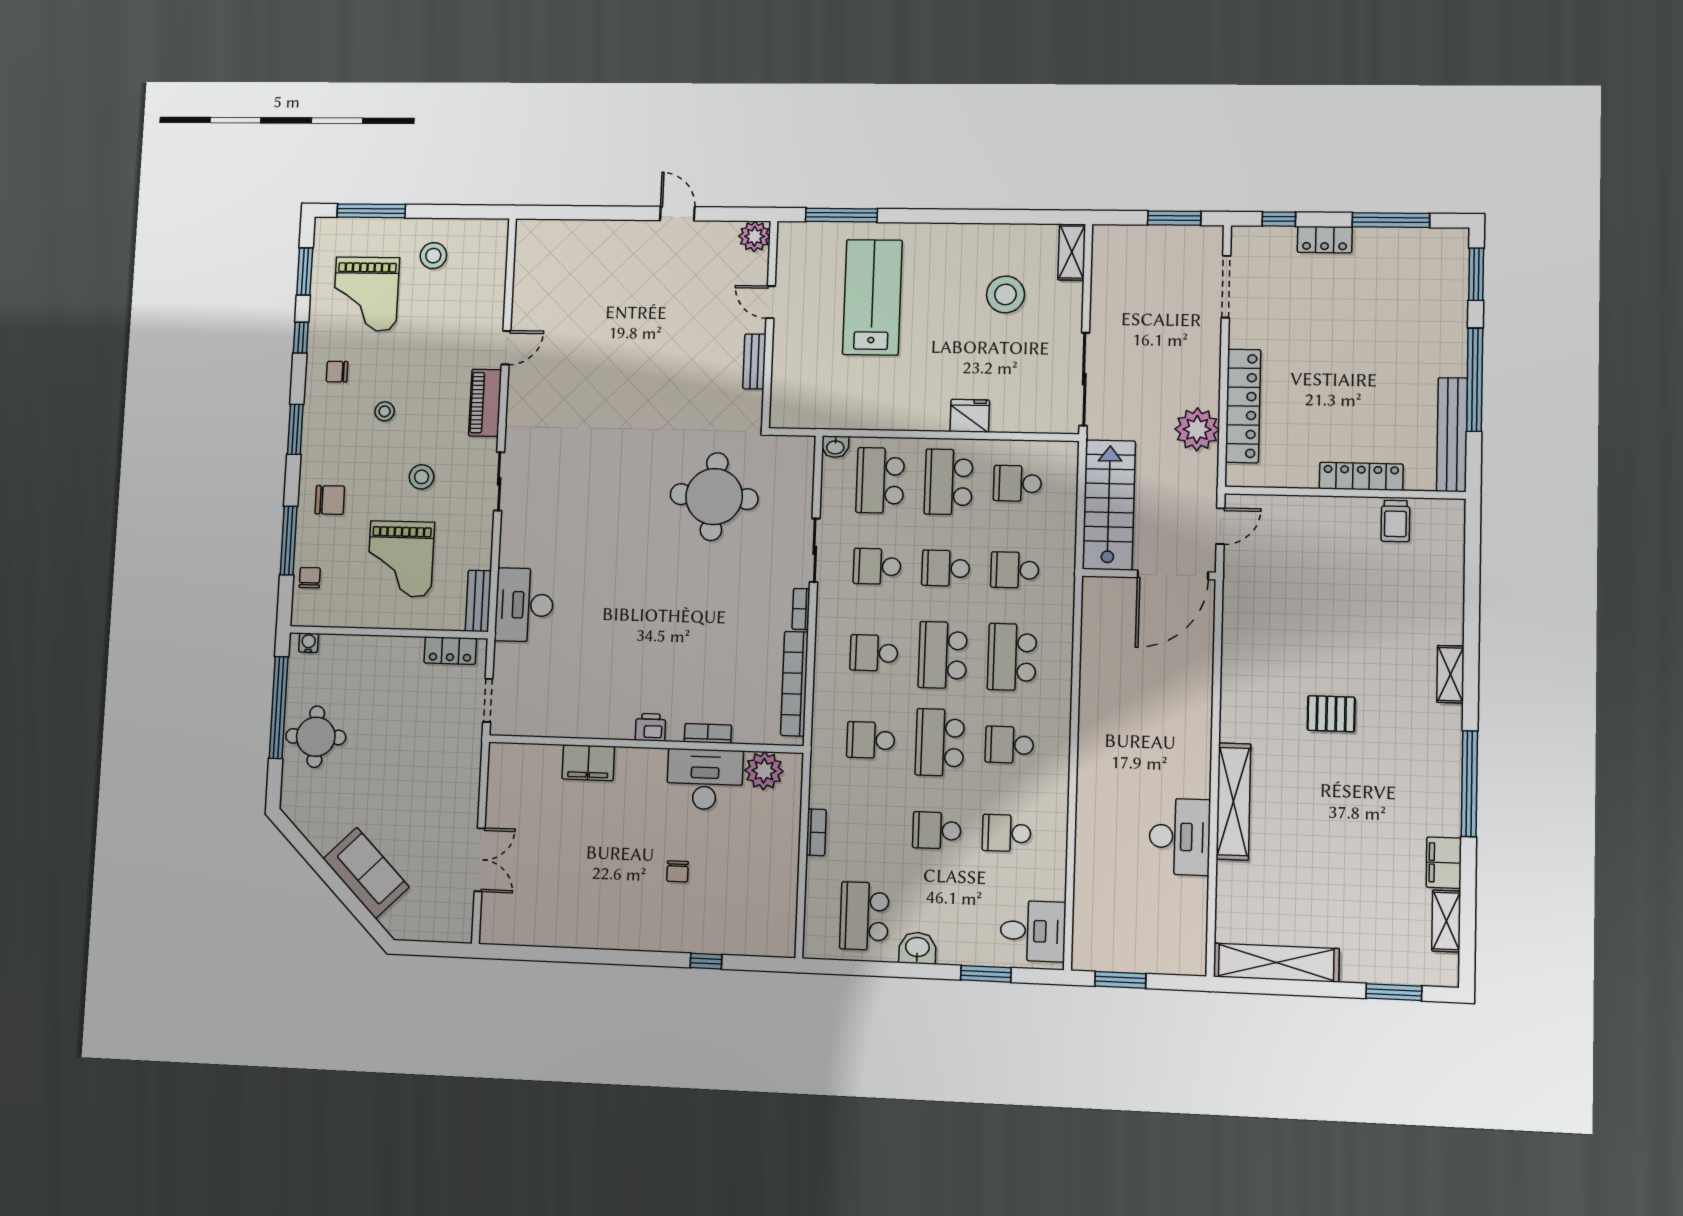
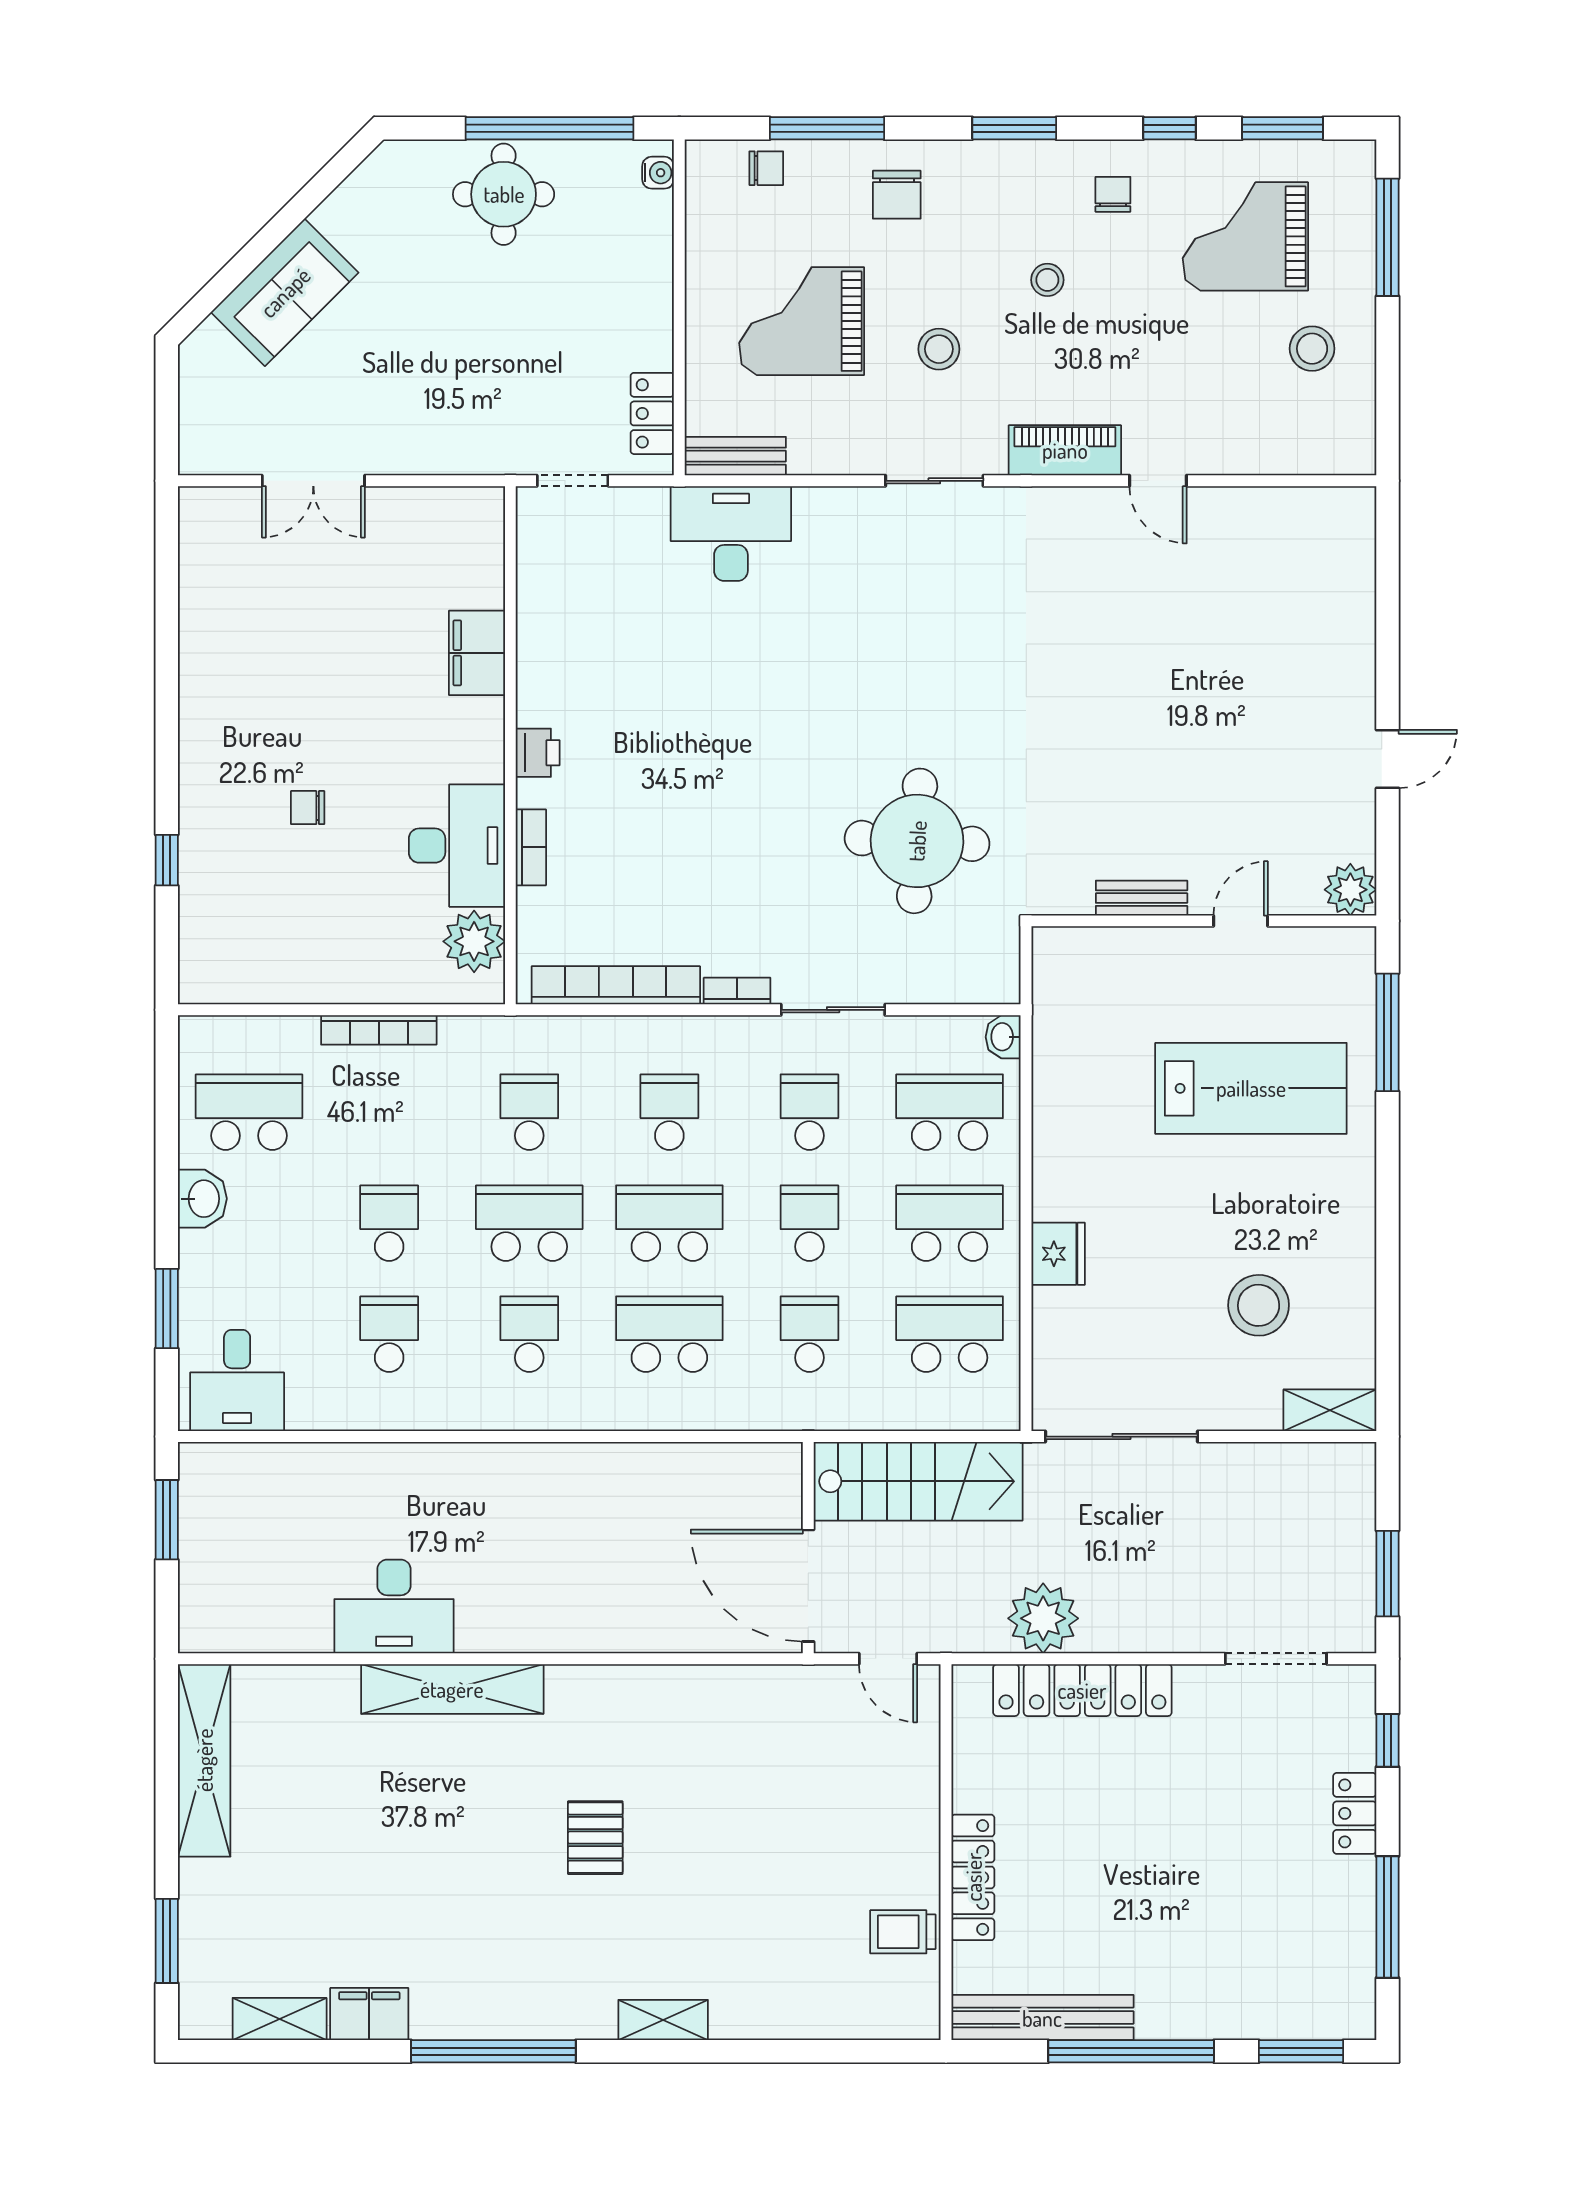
school desk: (1017, 483) -> (950, 1334), width x1.85
bookcase: (816, 832) -> (379, 1030), width x1.56

